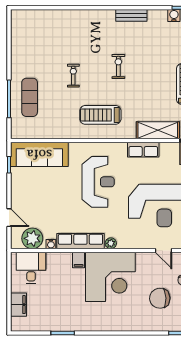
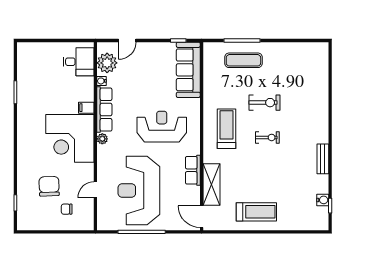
exercise bike: (118, 66) -> (267, 137), moved
exercise bike: (73, 76) -> (265, 103), width x1.38, depth x1.39
reception desk: (98, 182) -> (162, 127), turned 180
filing cabinet: (19, 305) -> (43, 50), removed

